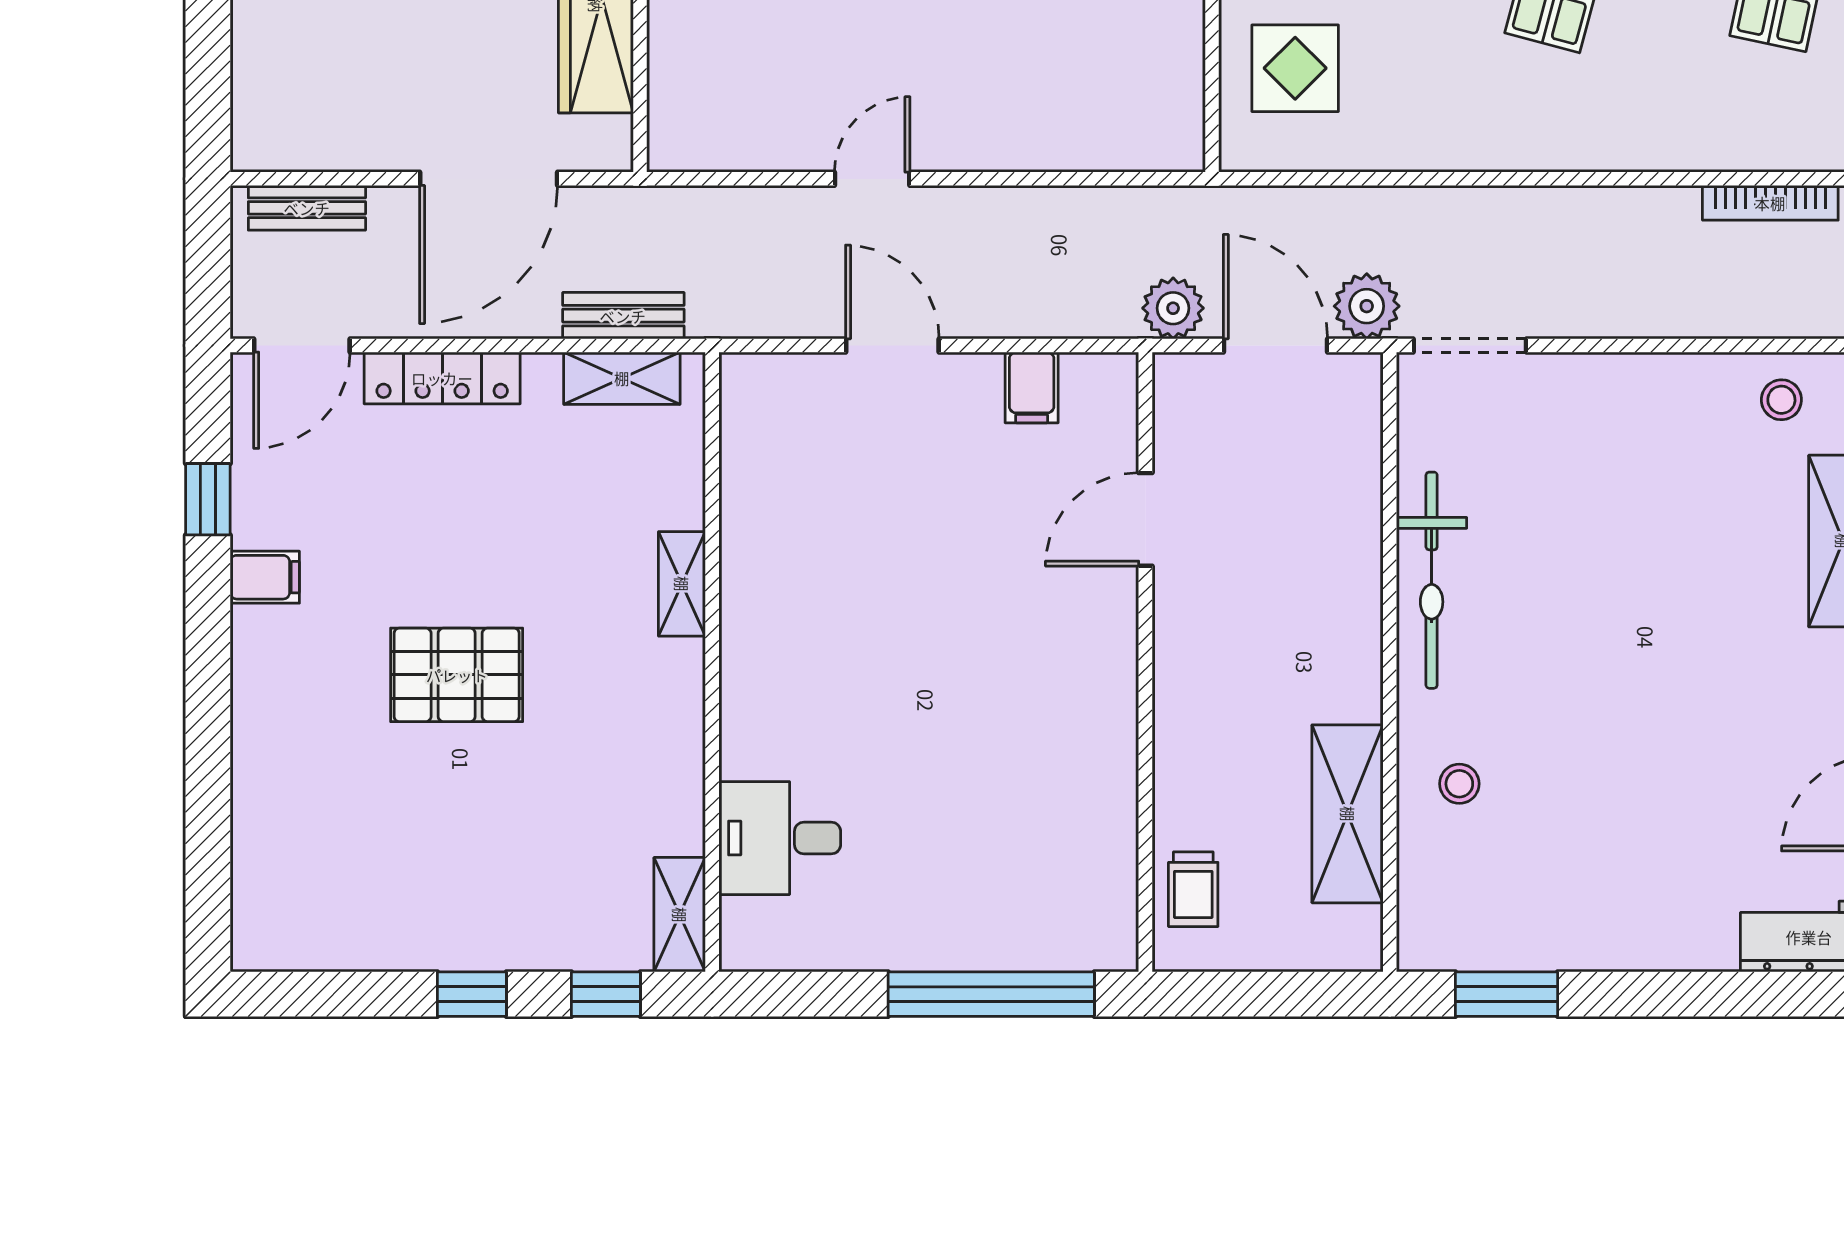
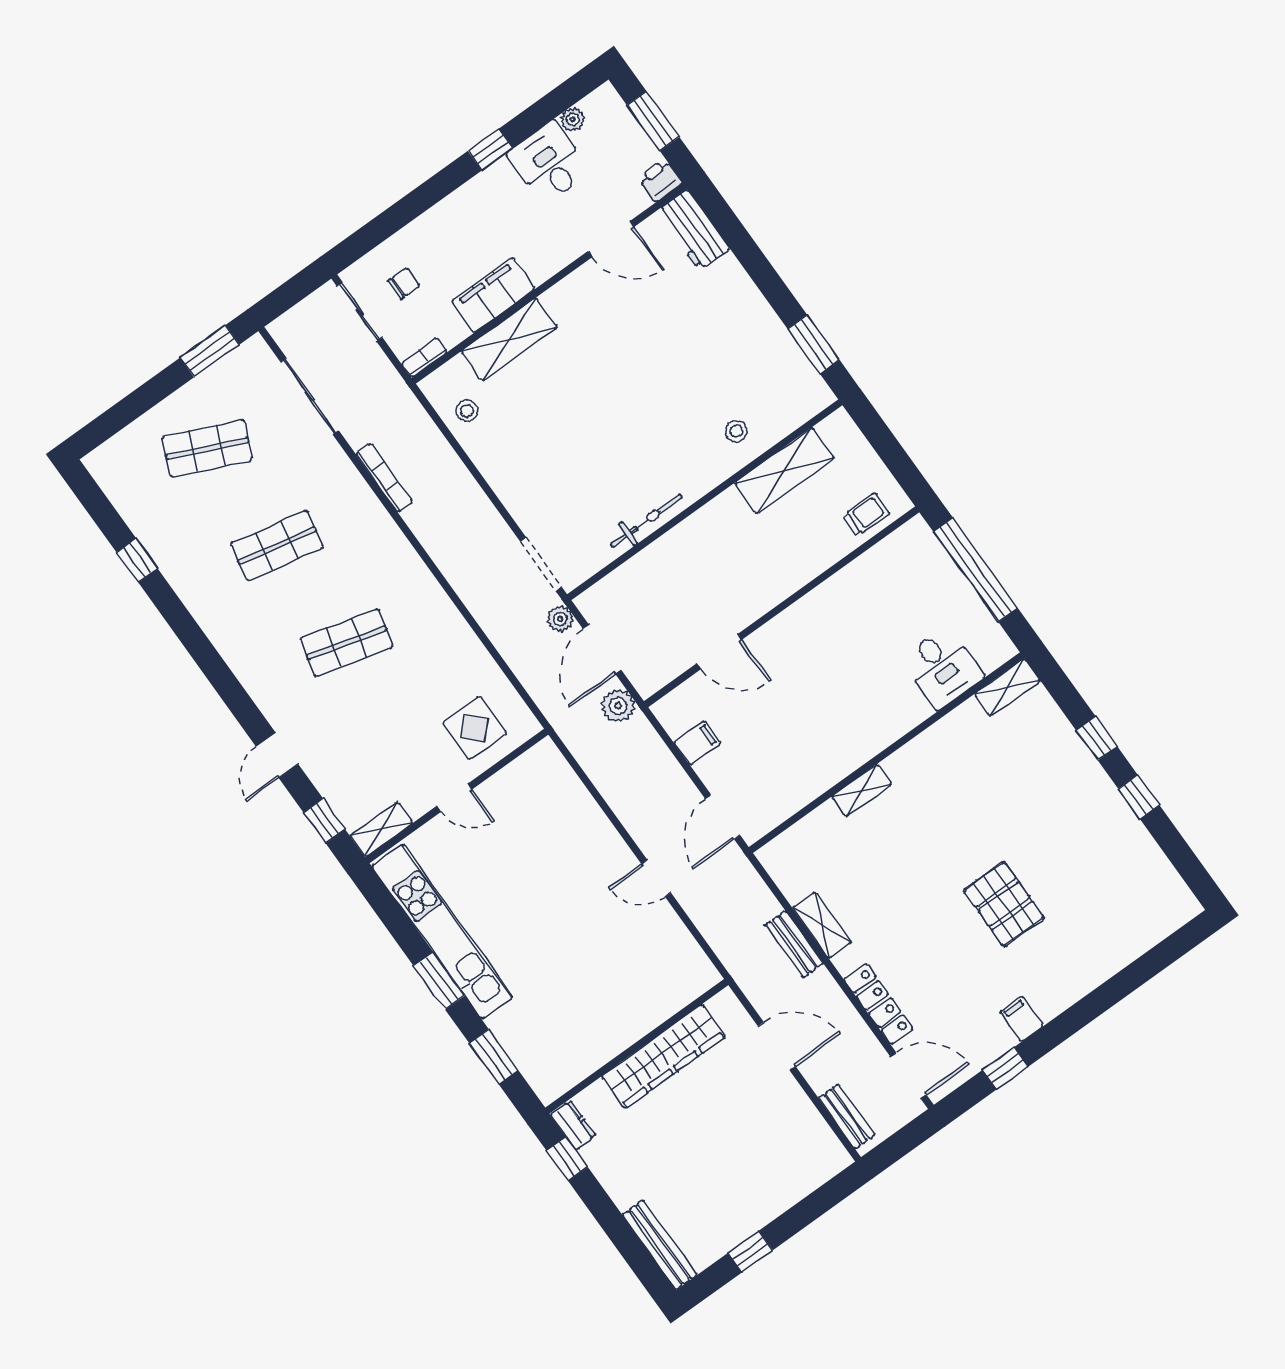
door: (489, 179) -> (777, 1046), width x0.73
plant: (1367, 306) -> (560, 619), width x0.73, depth x0.73
bicycle: (1432, 580) -> (646, 521), width x0.73, depth x0.71
shelving: (682, 584) -> (862, 790), moved
wall: (712, 662) -> (886, 753), moved
desk: (780, 838) -> (942, 668), moved
shelving: (680, 915) -> (1007, 687), moved

